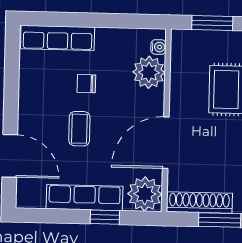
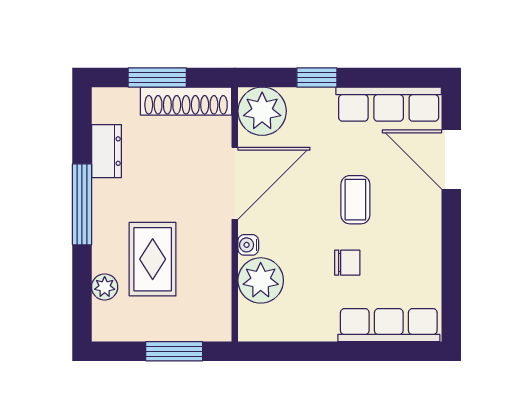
water cooler: (158, 47) -> (248, 245), moved
row of seats: (85, 198) -> (389, 104), moved

